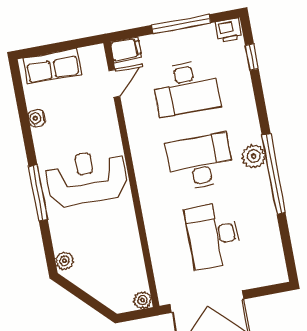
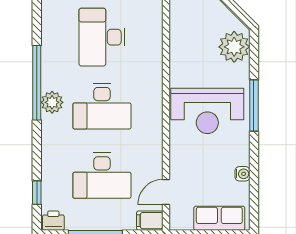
desk: (186, 88) -> (102, 176), turned 180
desk: (213, 236) -> (102, 37), turned 180
plant: (64, 261) -> (234, 47), width x1.87, depth x1.87

